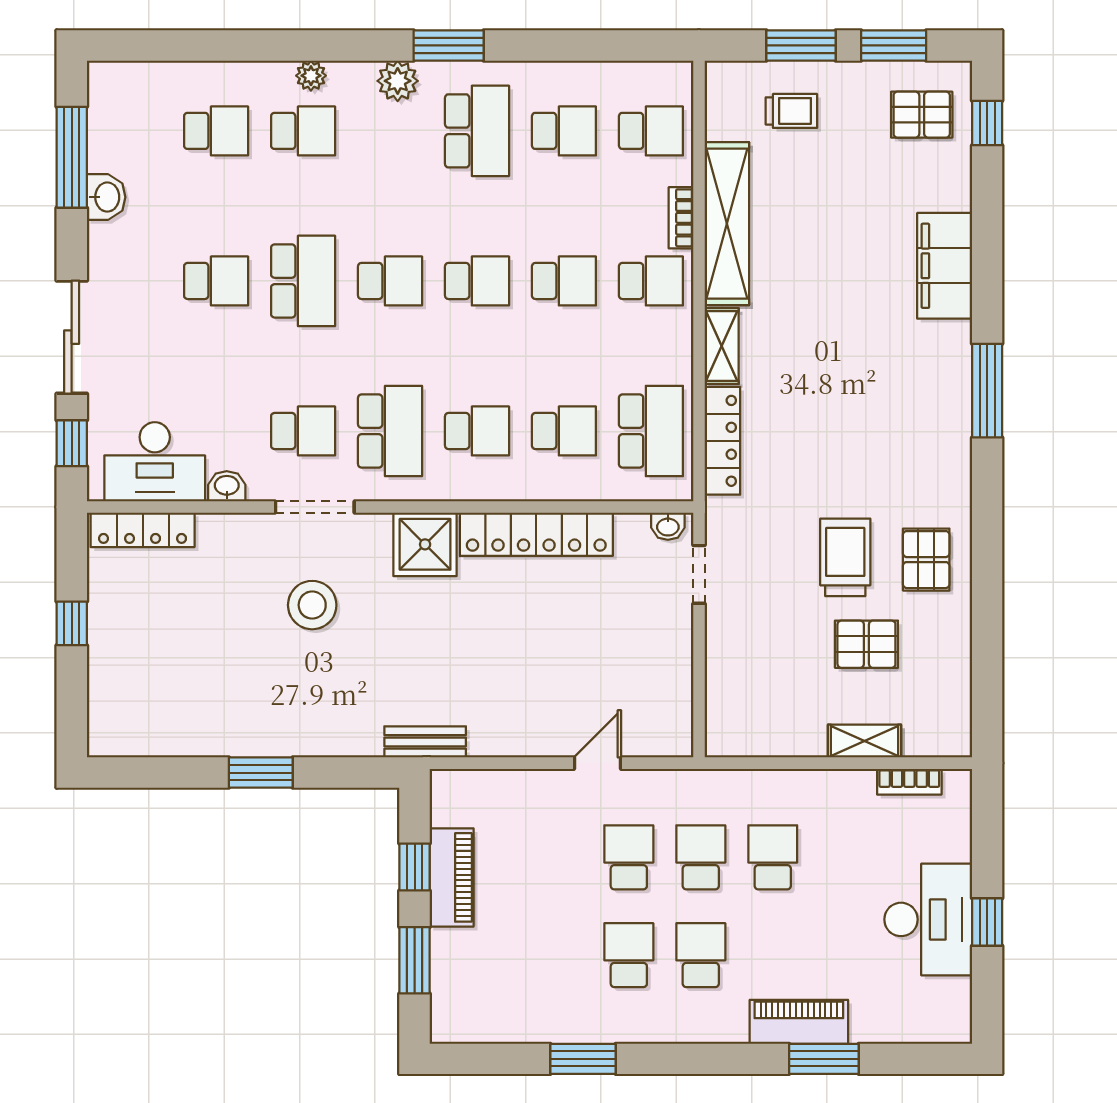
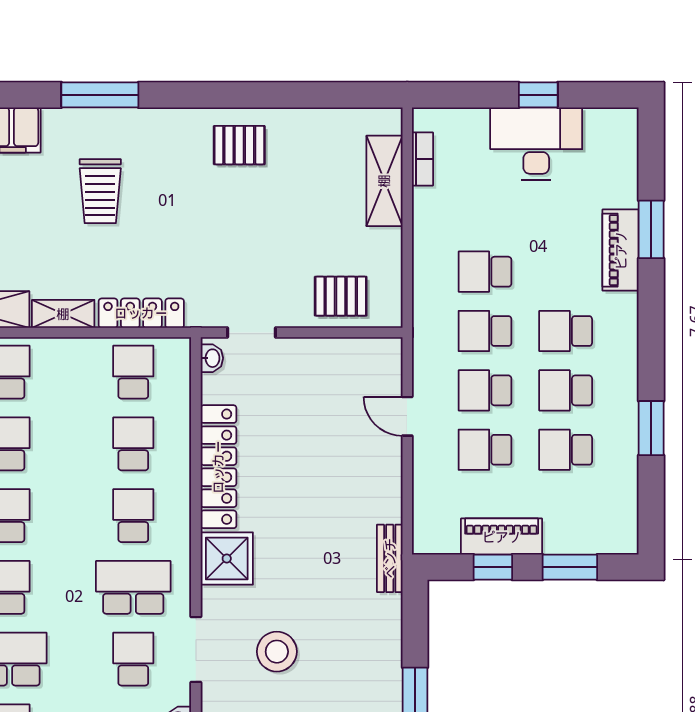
school desk: (651, 431) -> (133, 372), width x0.54
trolley: (845, 557) -> (100, 191), moved, turned -90
pallet: (866, 644) -> (341, 296), moved, turned 90
shelving: (864, 741) -> (384, 181), width x1.50, depth x1.33
school desk: (557, 857) -> (485, 450), added
school desk: (557, 955) -> (566, 450), added

